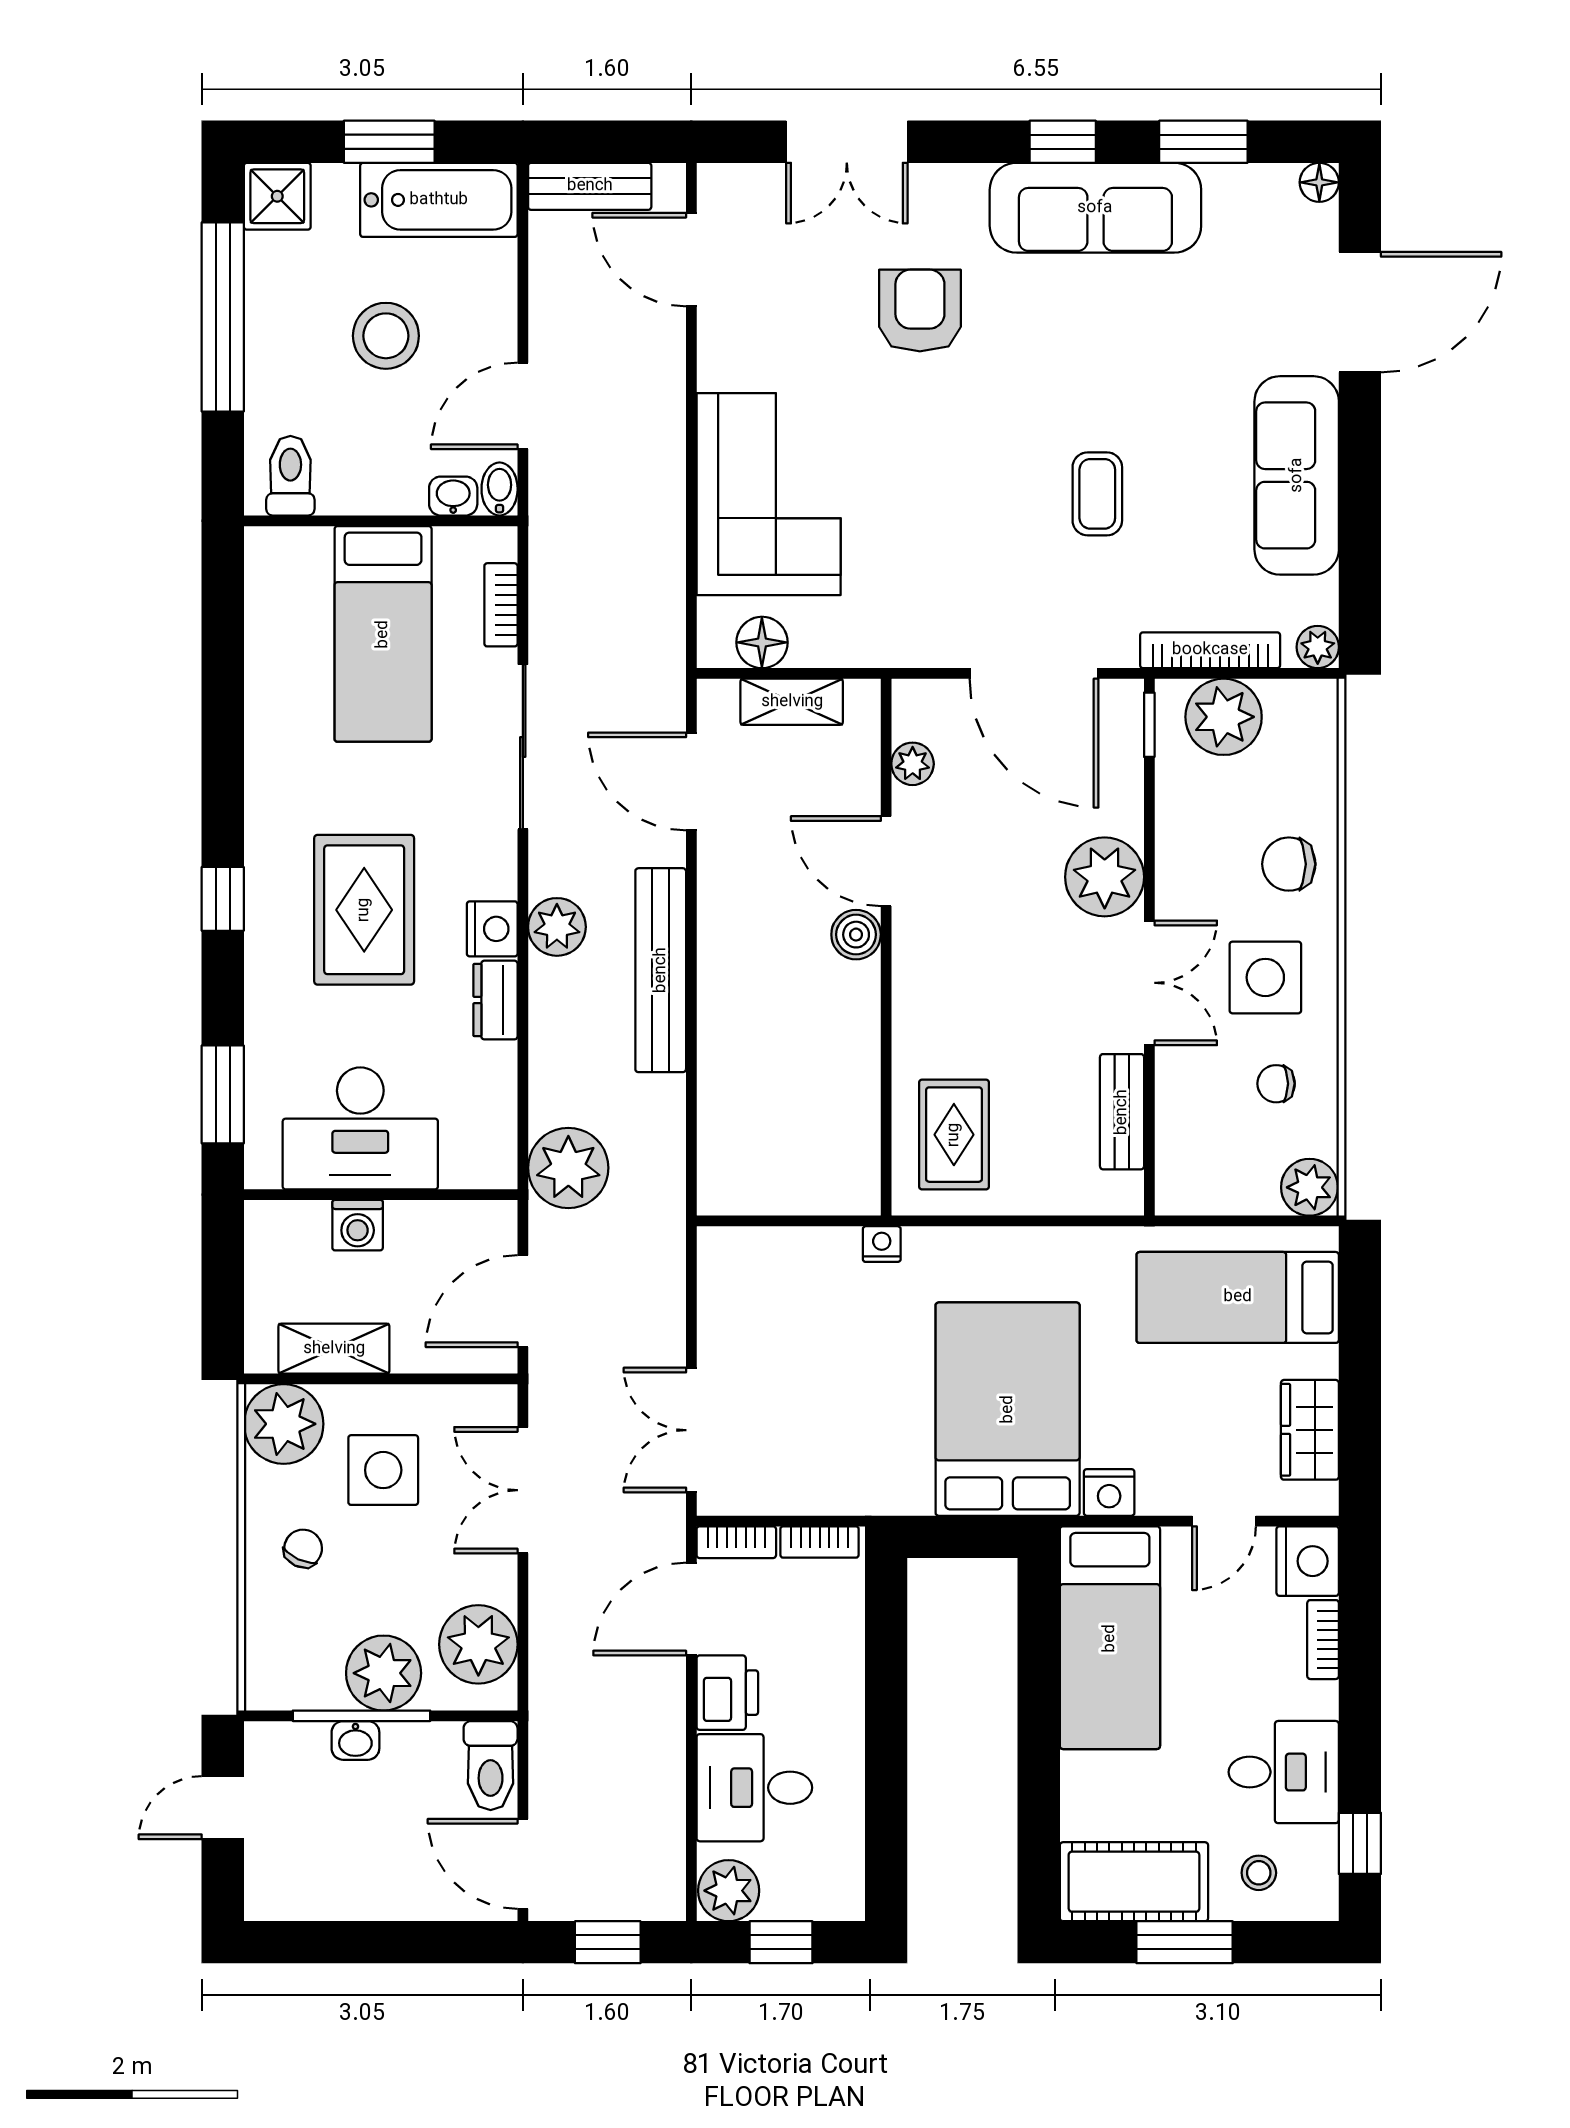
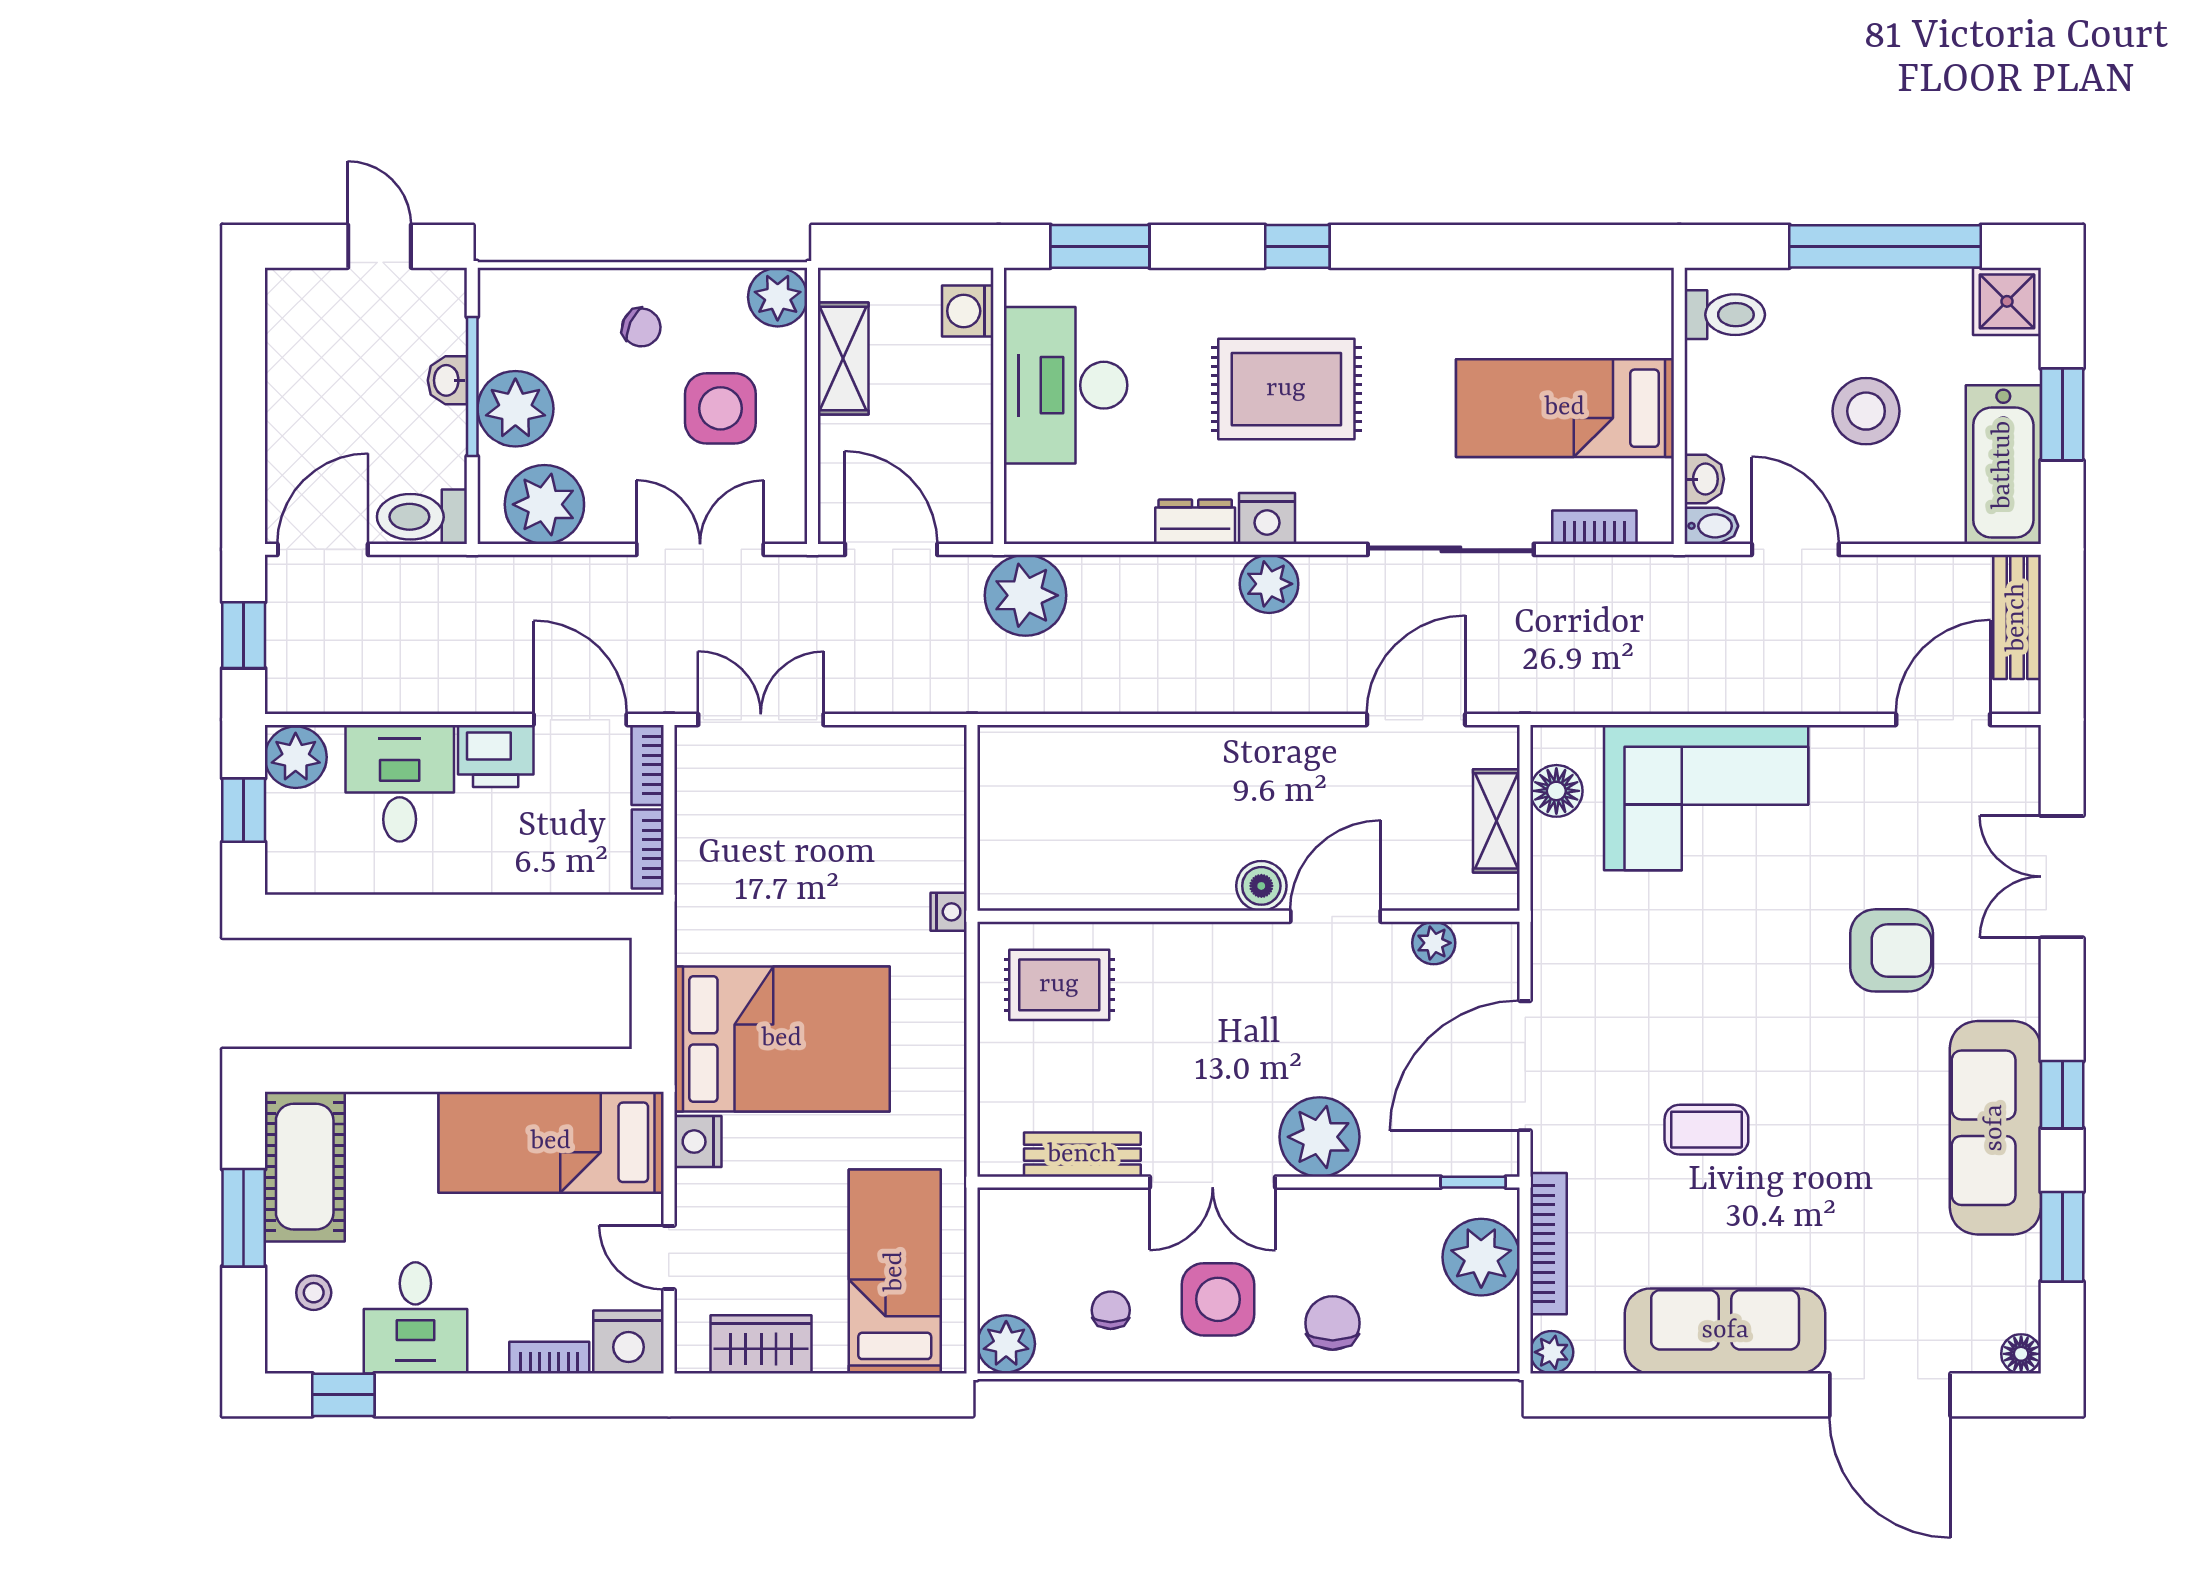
bench: (661, 970) -> (1225, 689), removed
washing machine: (358, 1225) -> (968, 311), moved
plant: (284, 1424) -> (778, 297), width x0.73, depth x0.73

